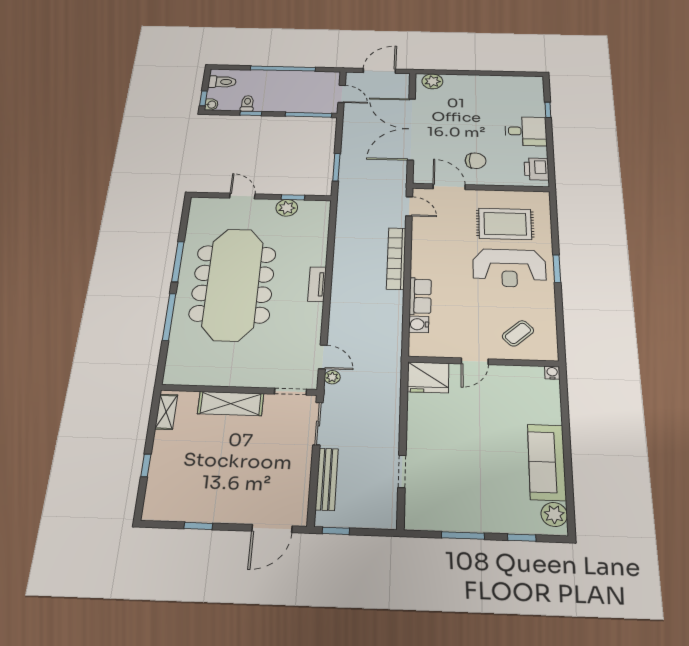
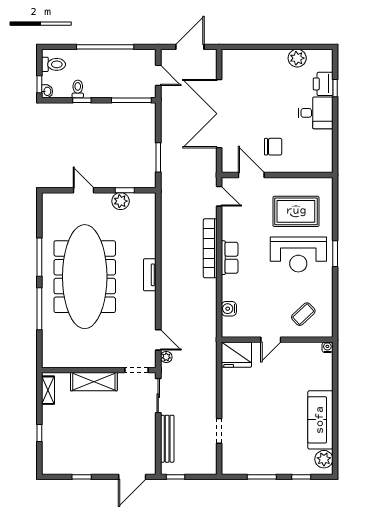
plant: (432, 81) -> (297, 58), moved
printer: (537, 169) -> (323, 84), moved
row of seats: (420, 296) -> (230, 258), moved

